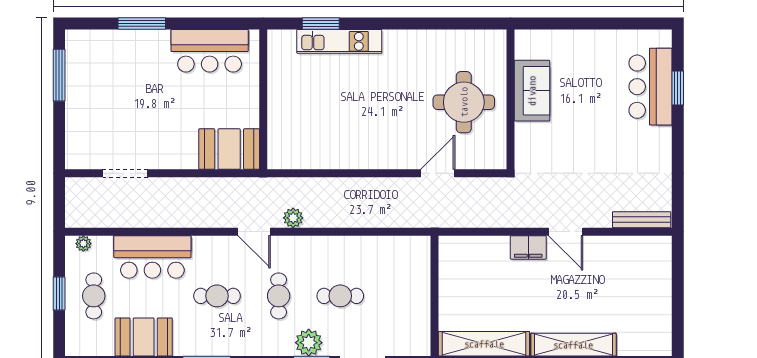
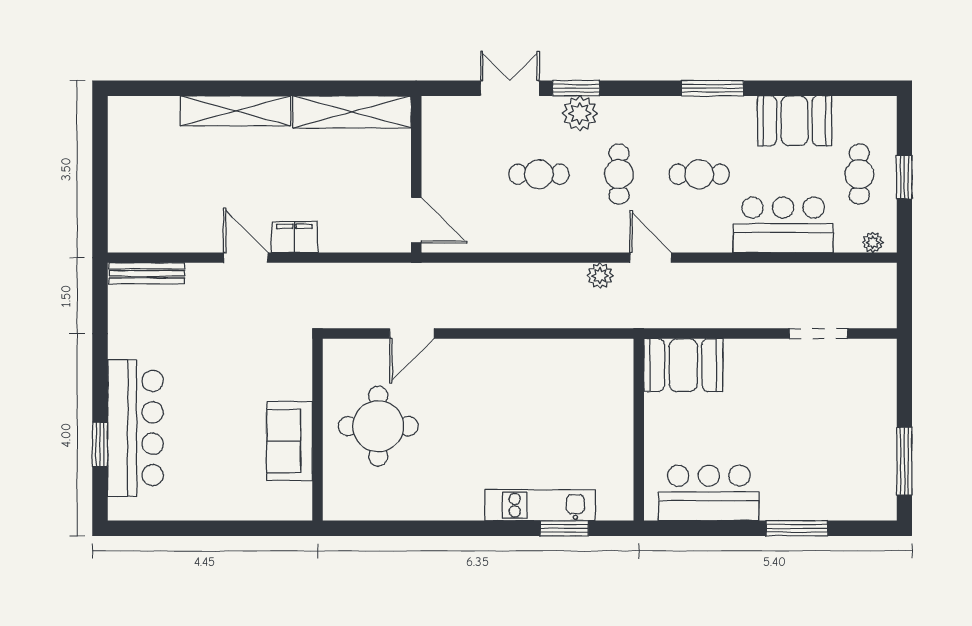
bar counter: (650, 87) -> (135, 428), width x1.36
door: (435, 261) -> (416, 220), added

